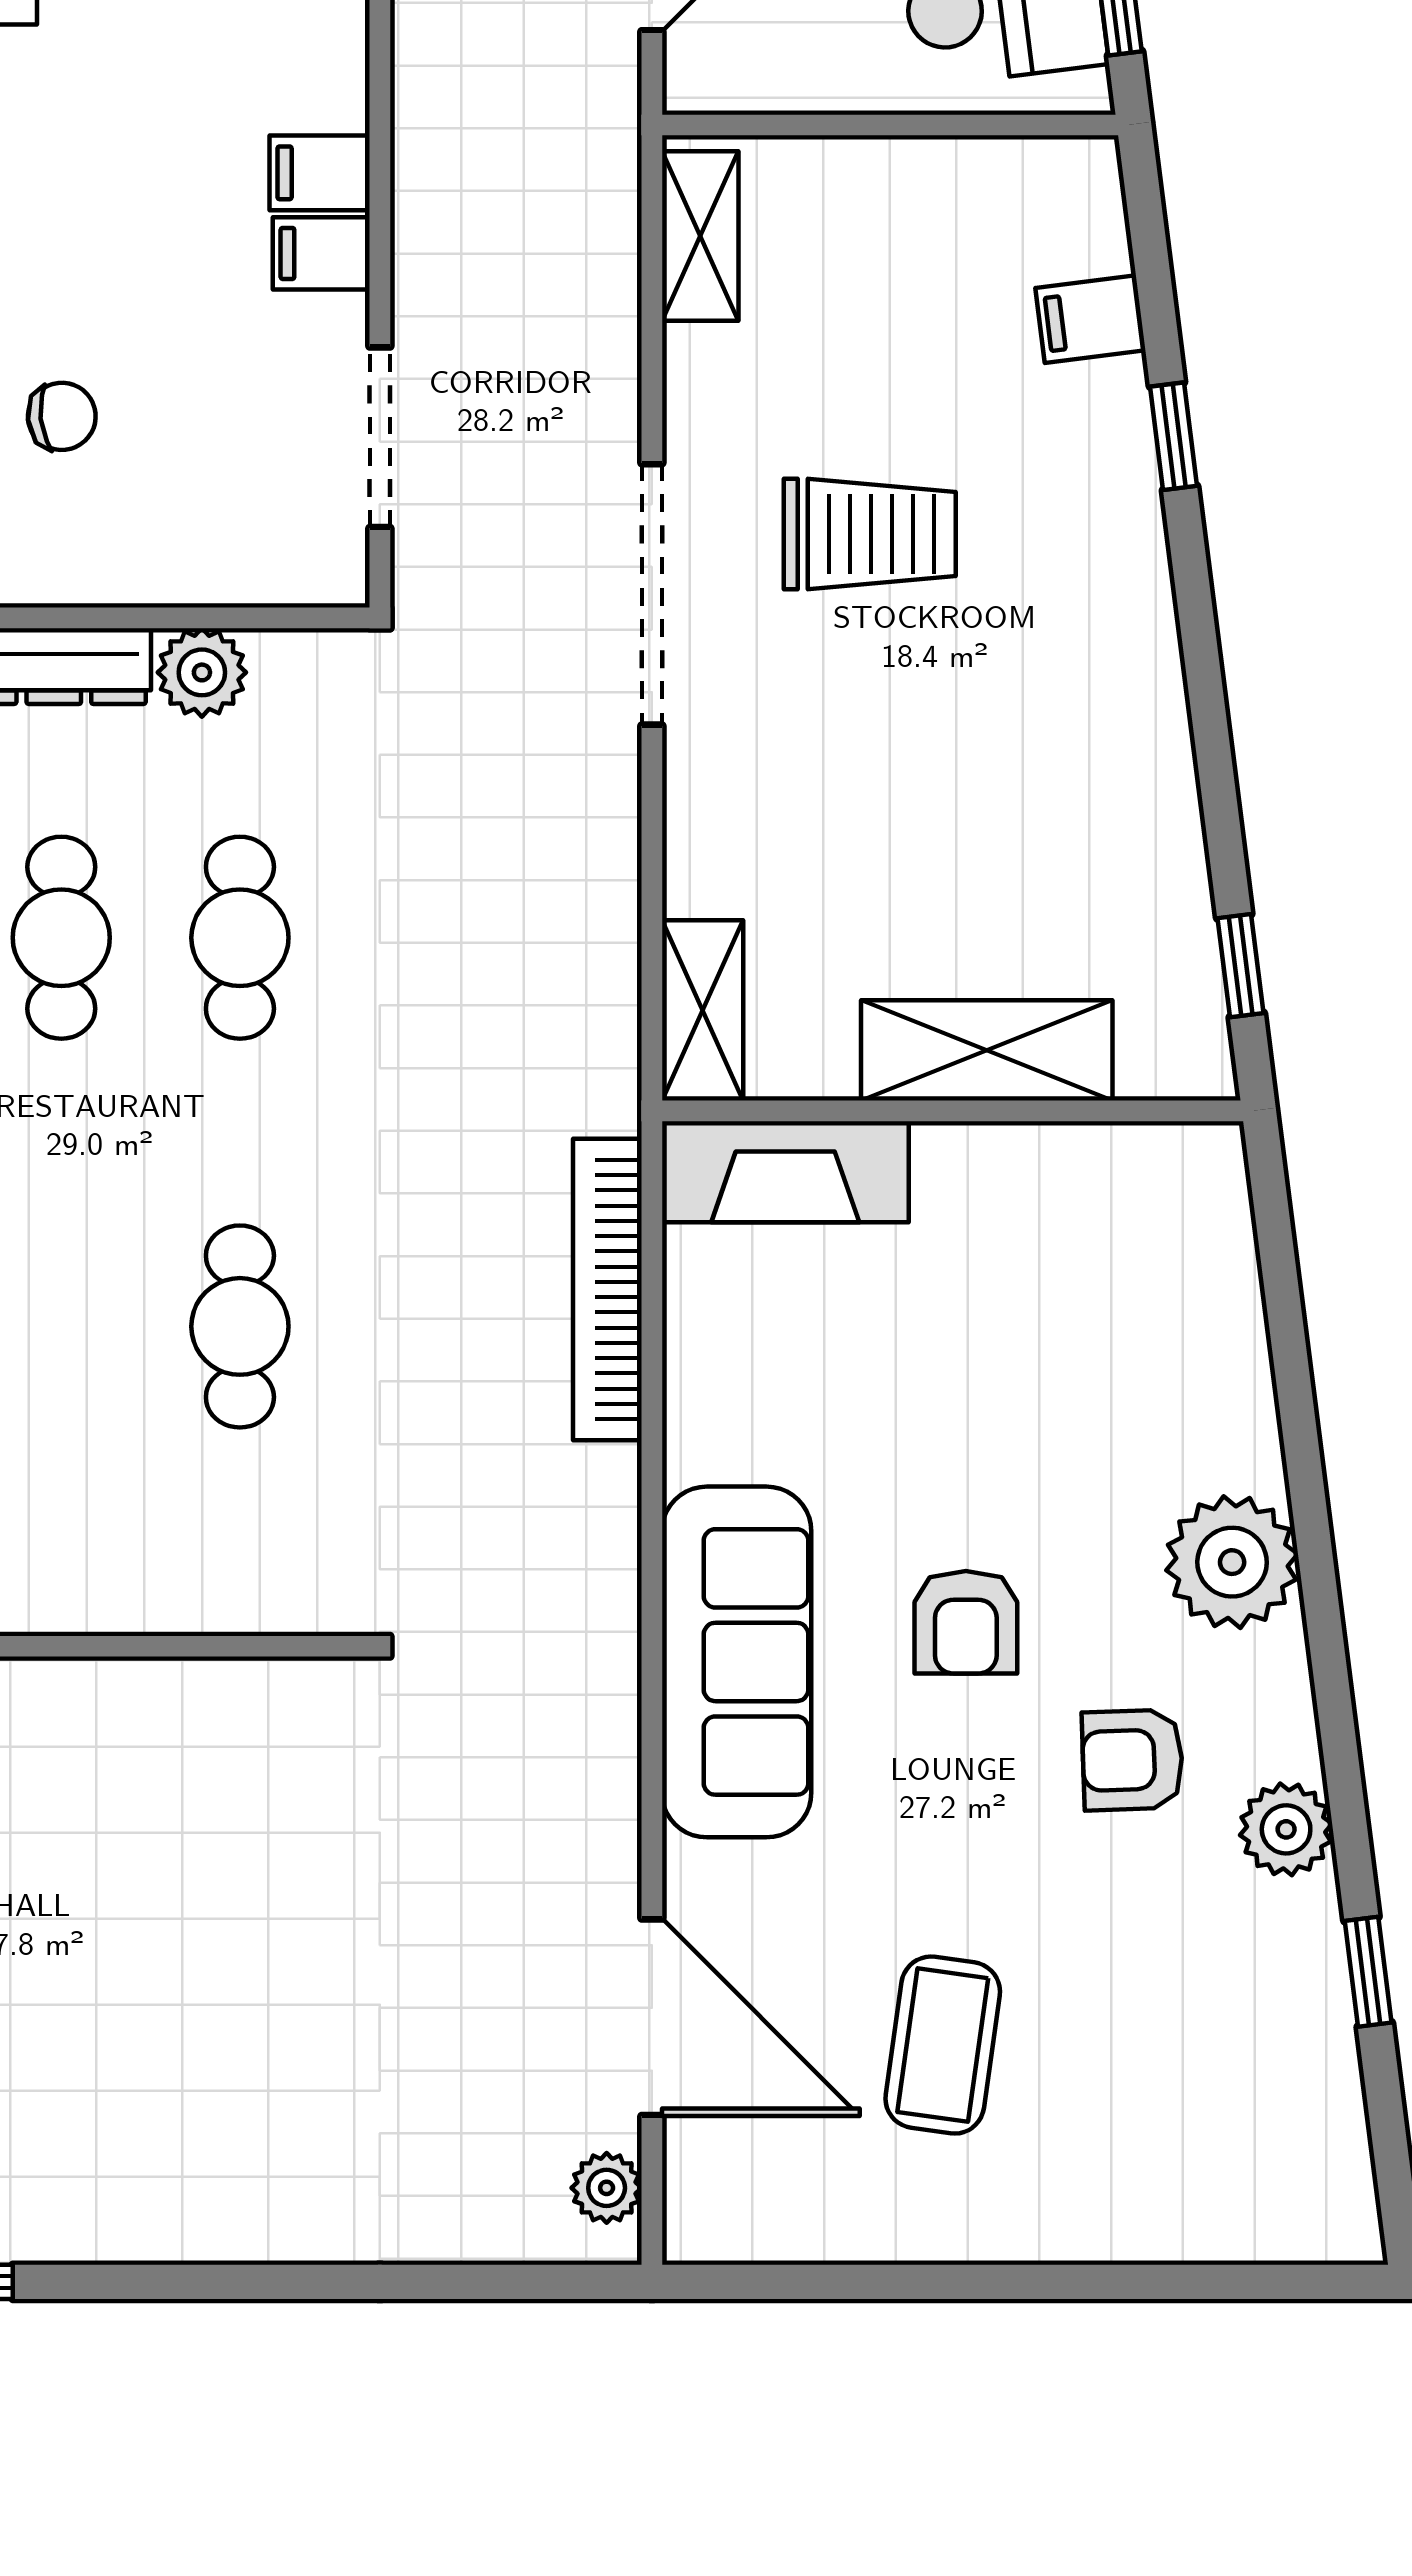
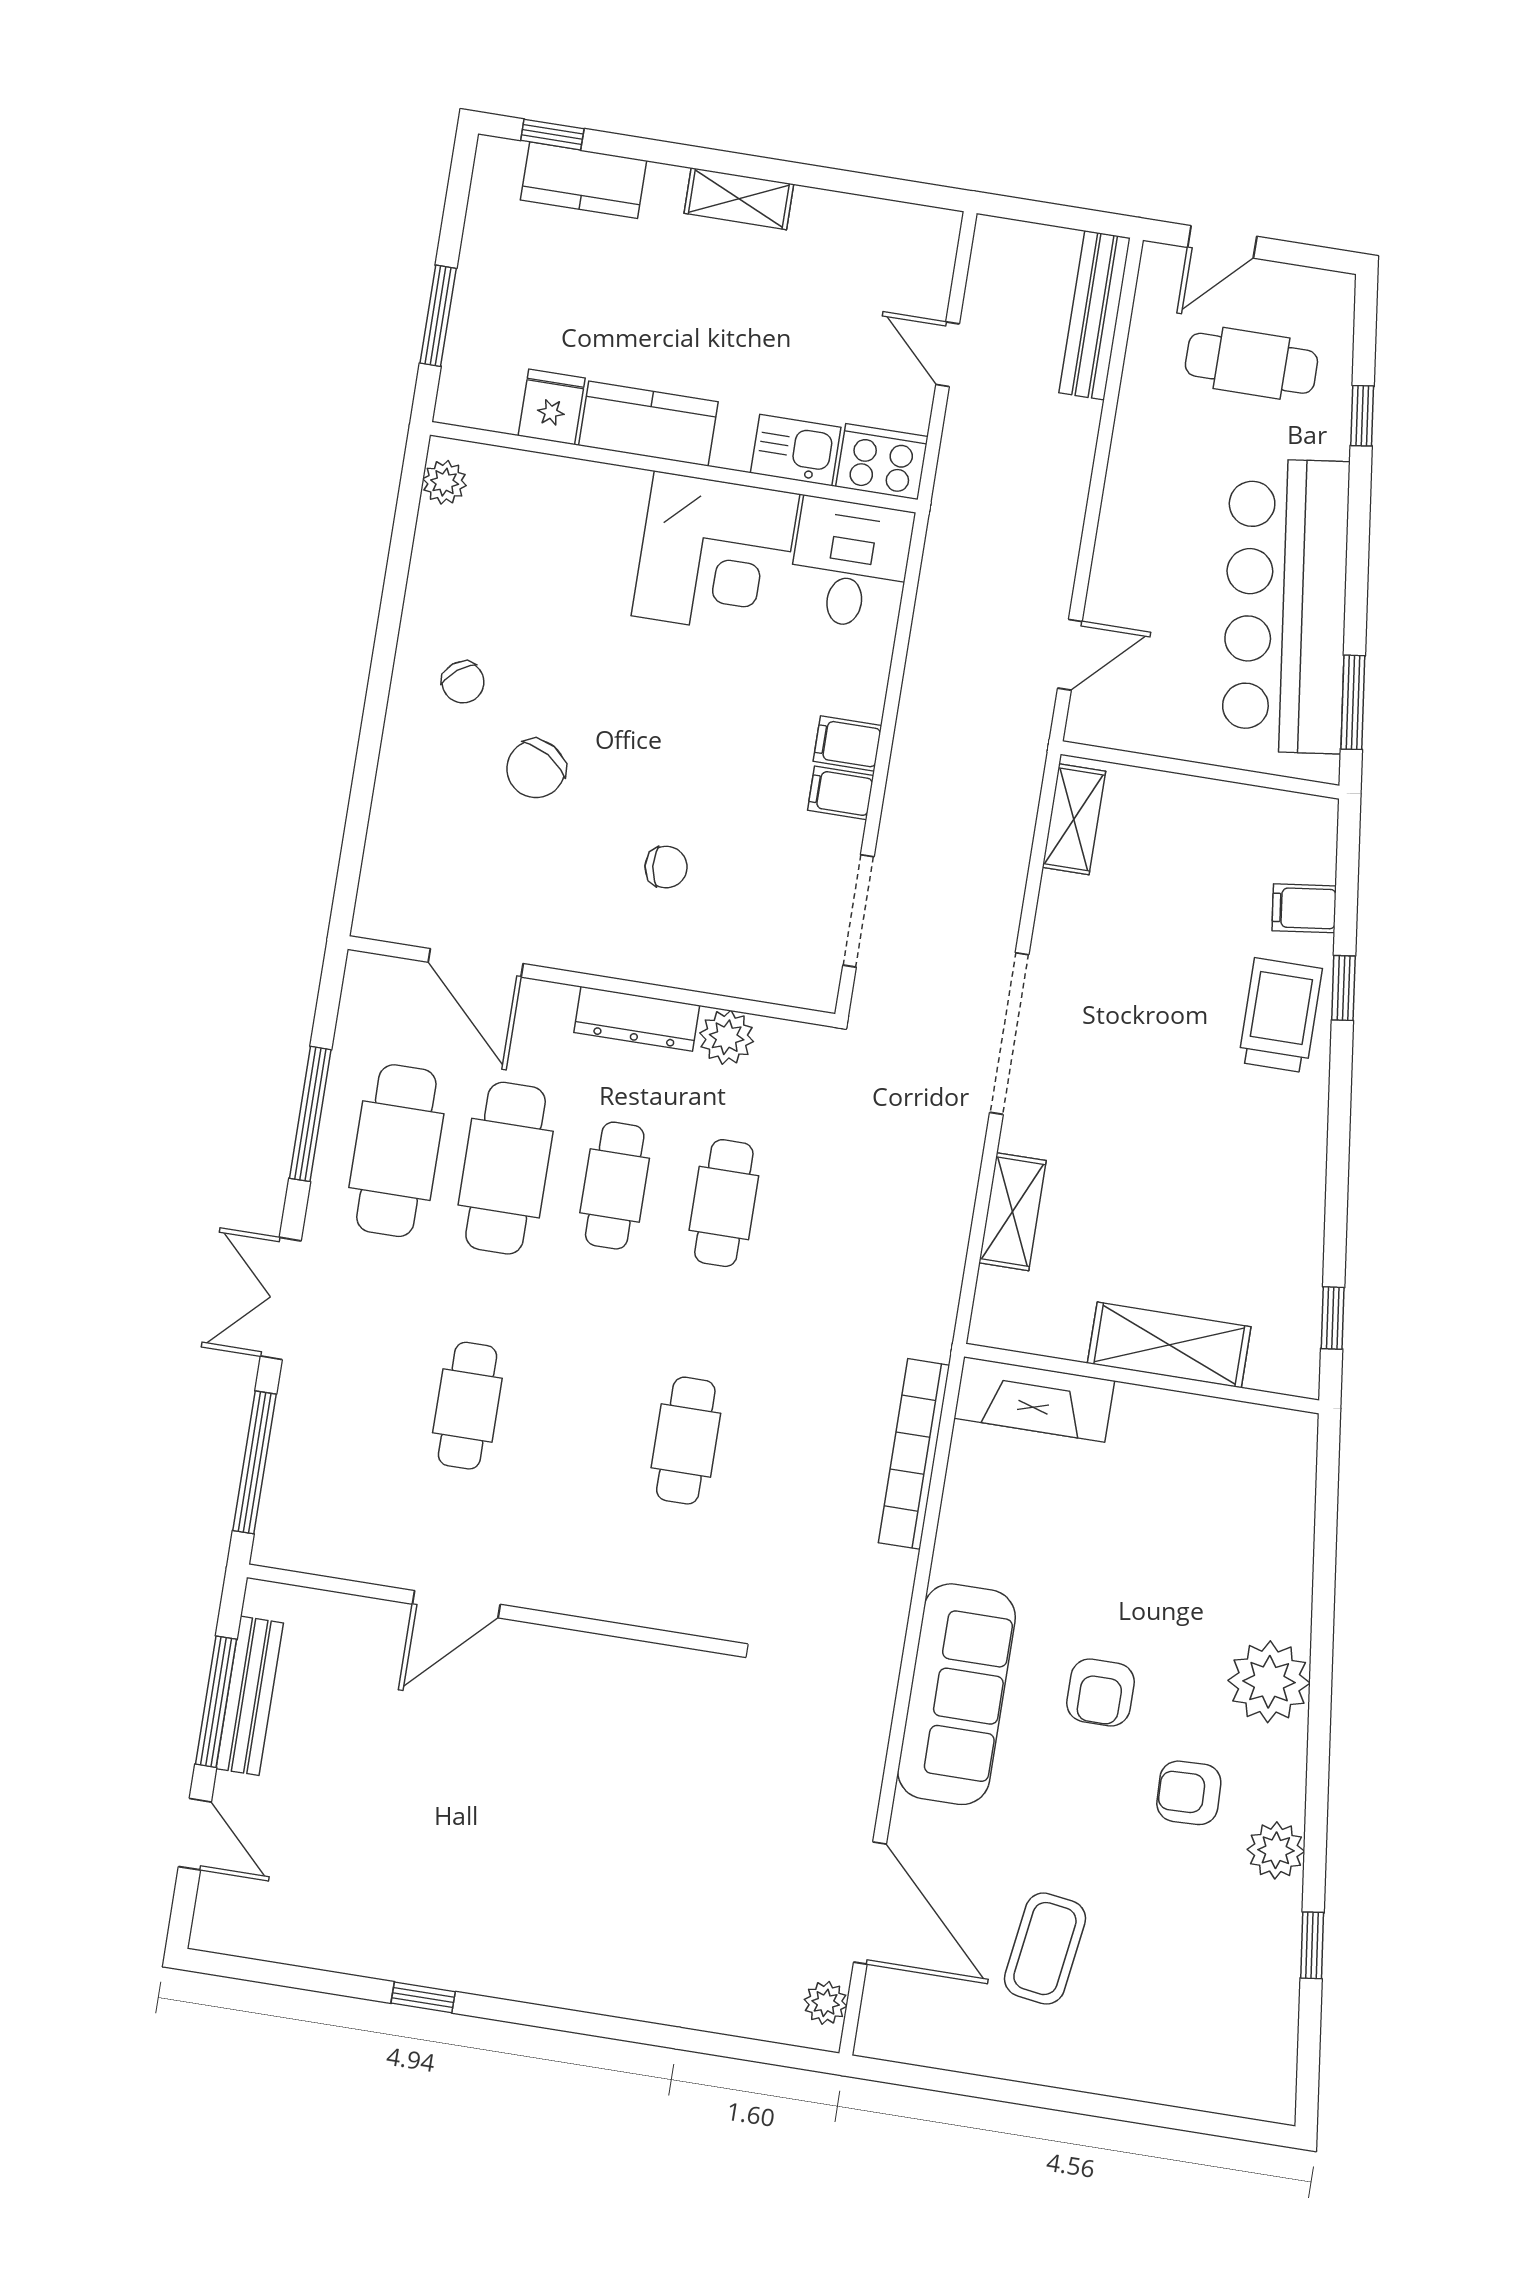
trolley: (870, 534) -> (1280, 1015), moved, turned -90
shelving: (703, 1010) -> (1013, 1212), moved

